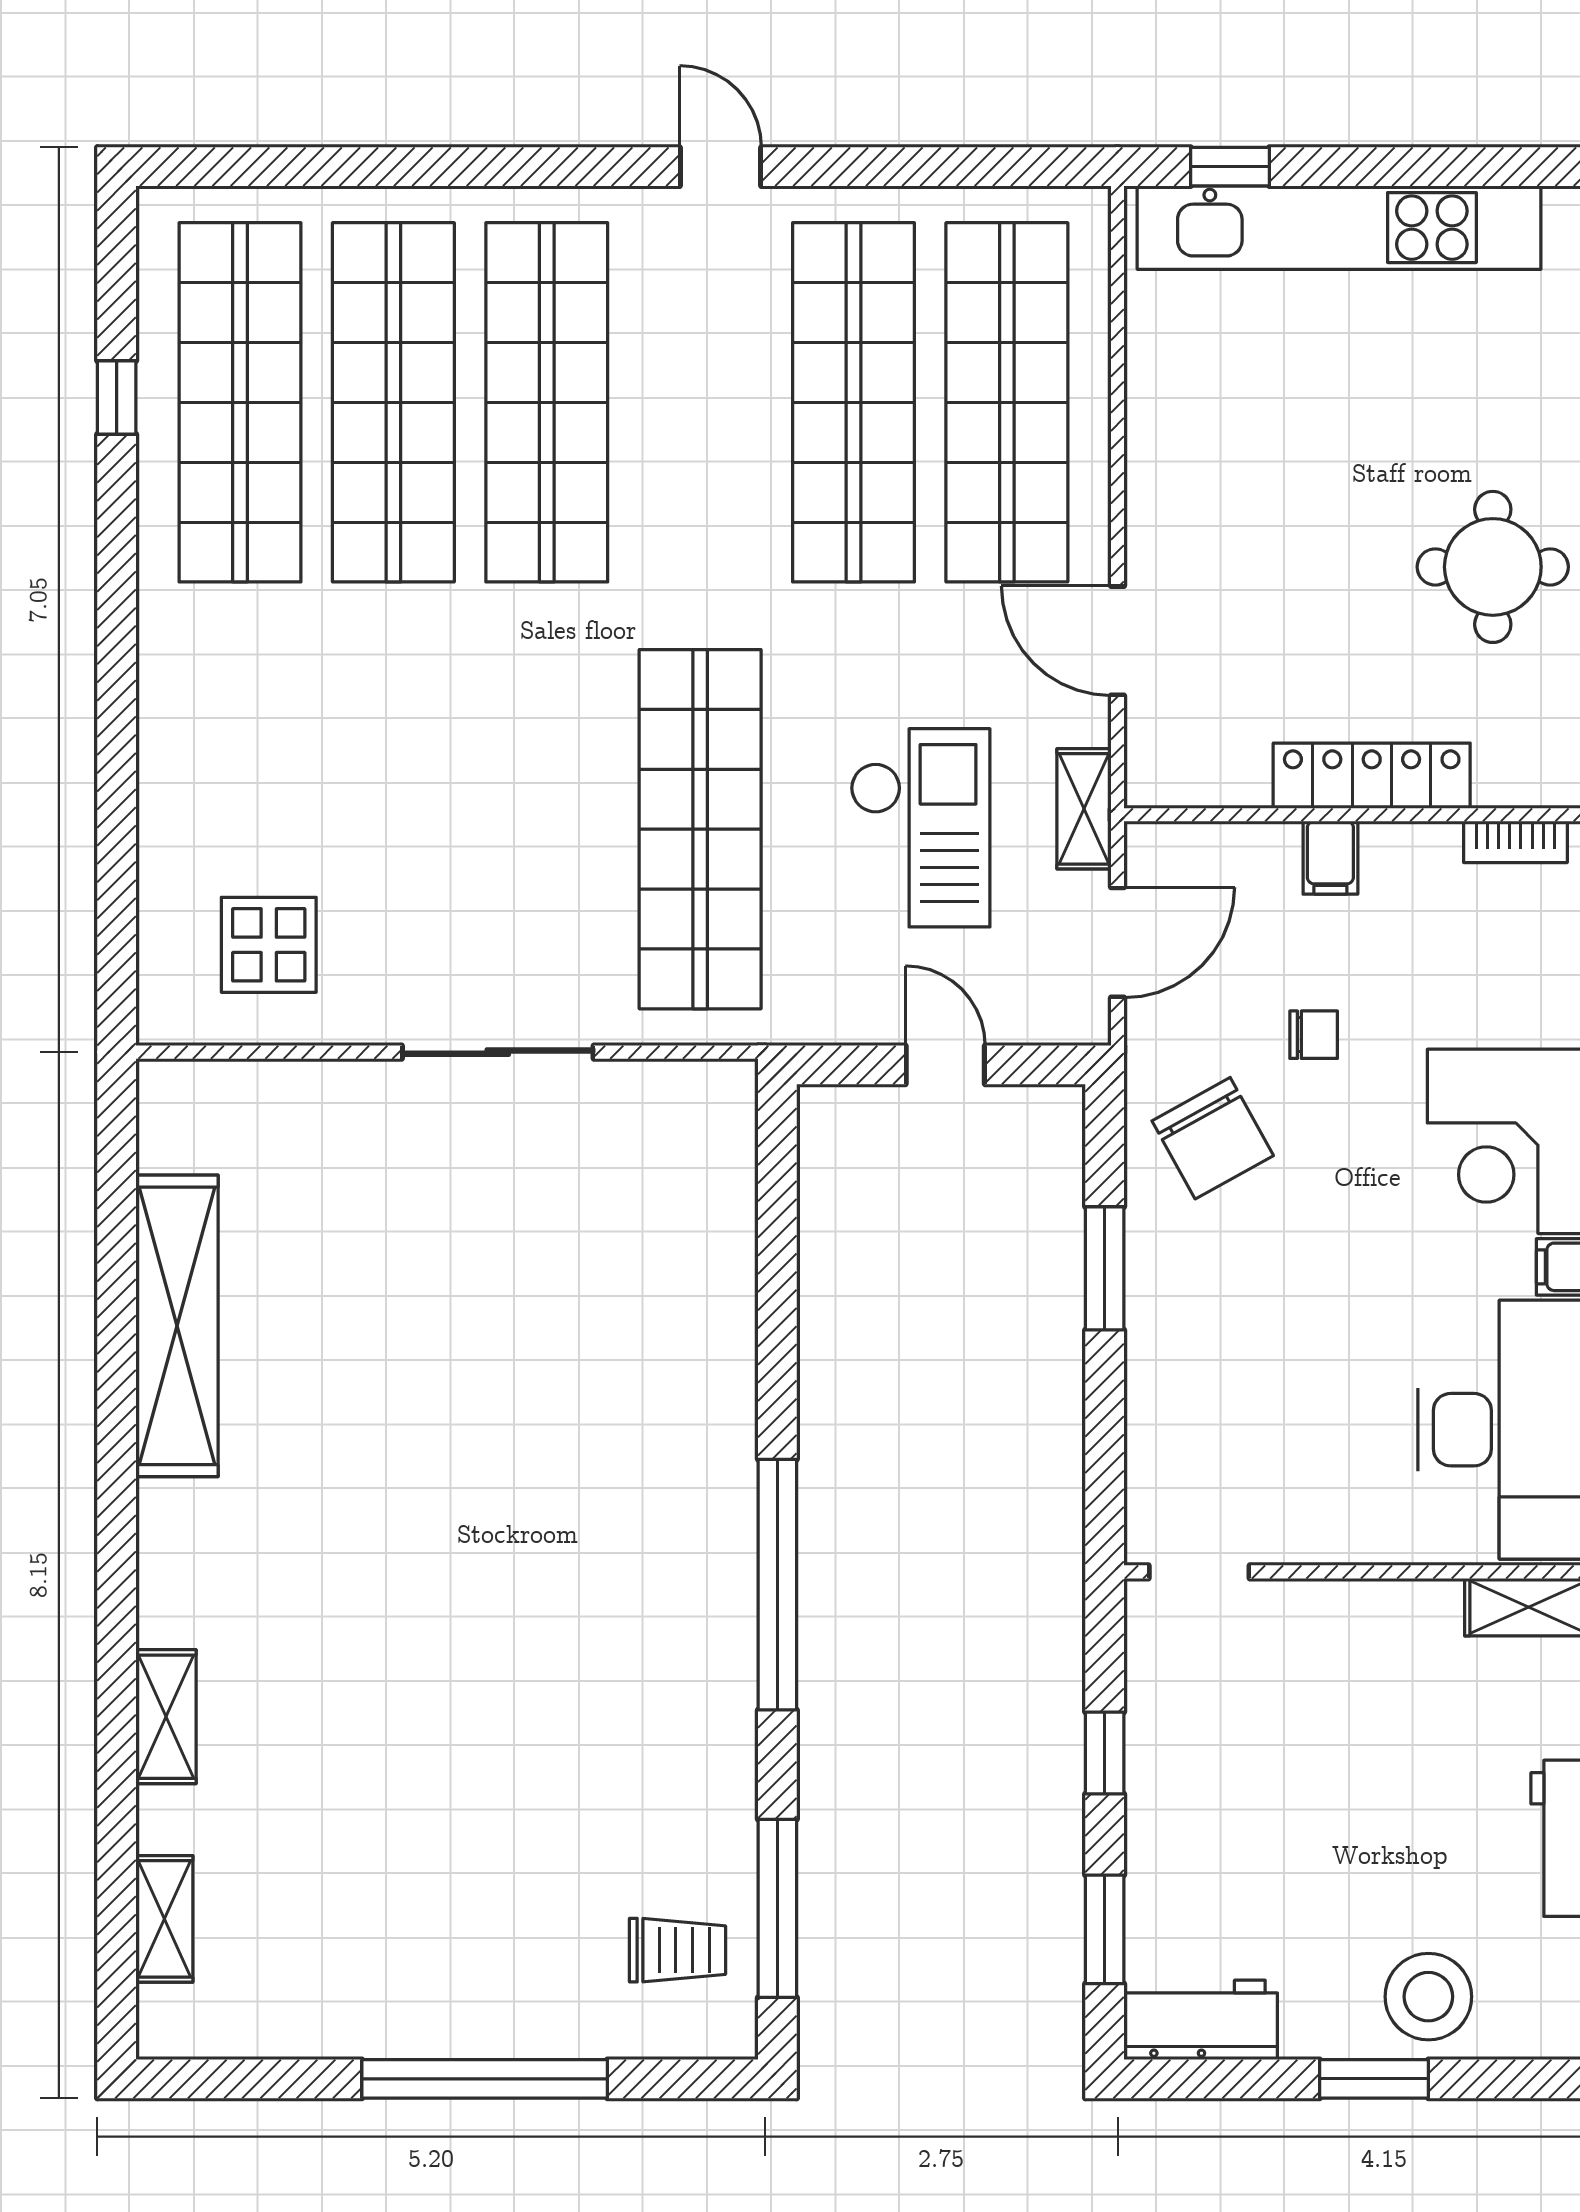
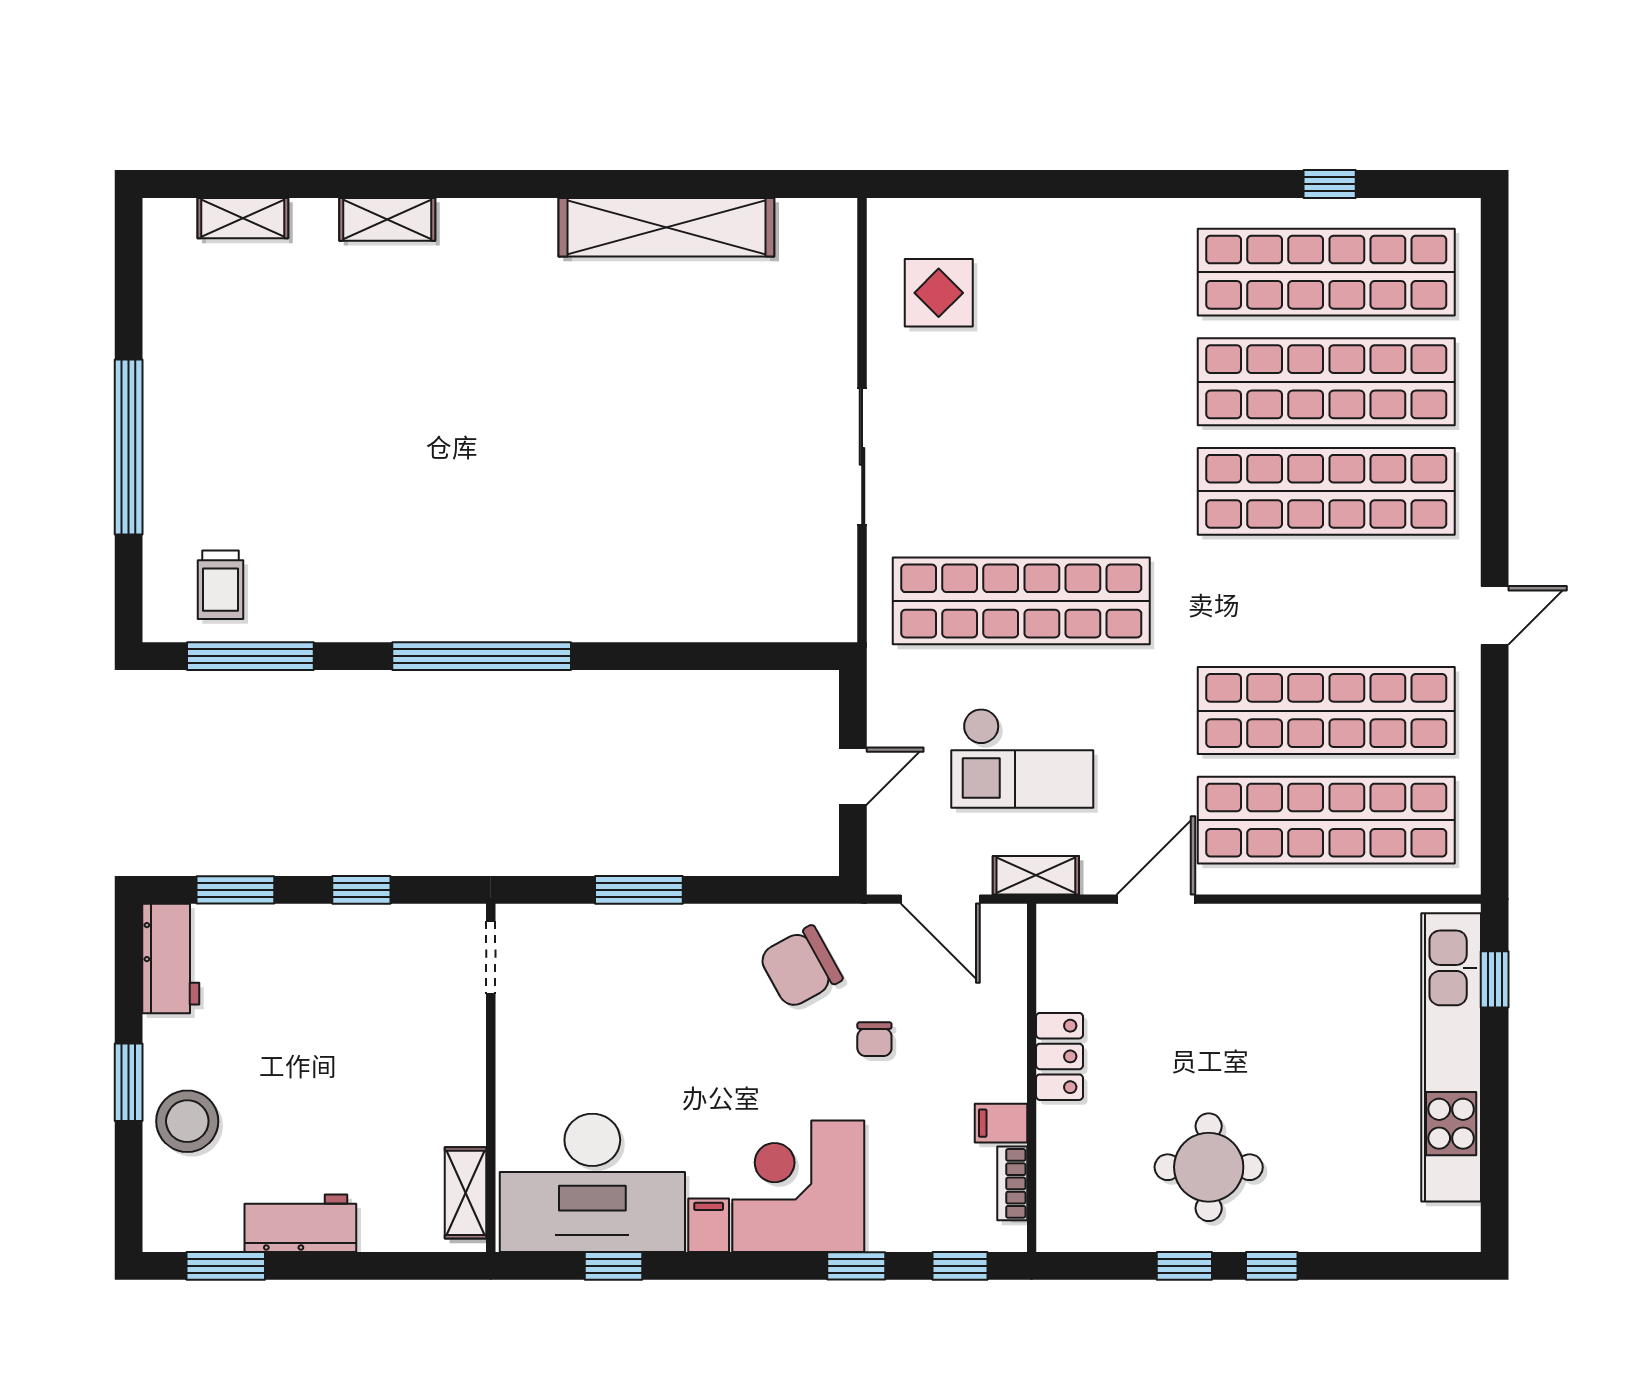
locker: (1372, 776) -> (1060, 1056), width x0.66
filing cabinet: (1330, 858) -> (1001, 1123), moved
window: (1105, 1268) -> (639, 890), moved

